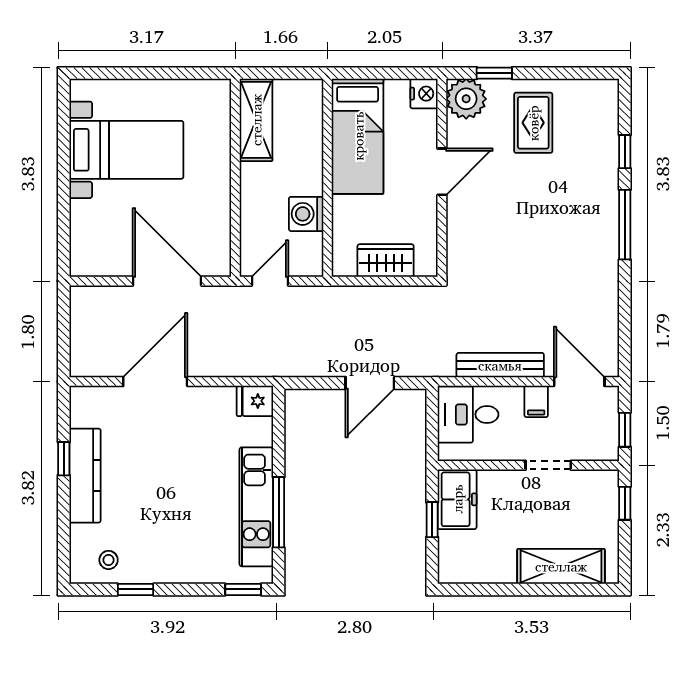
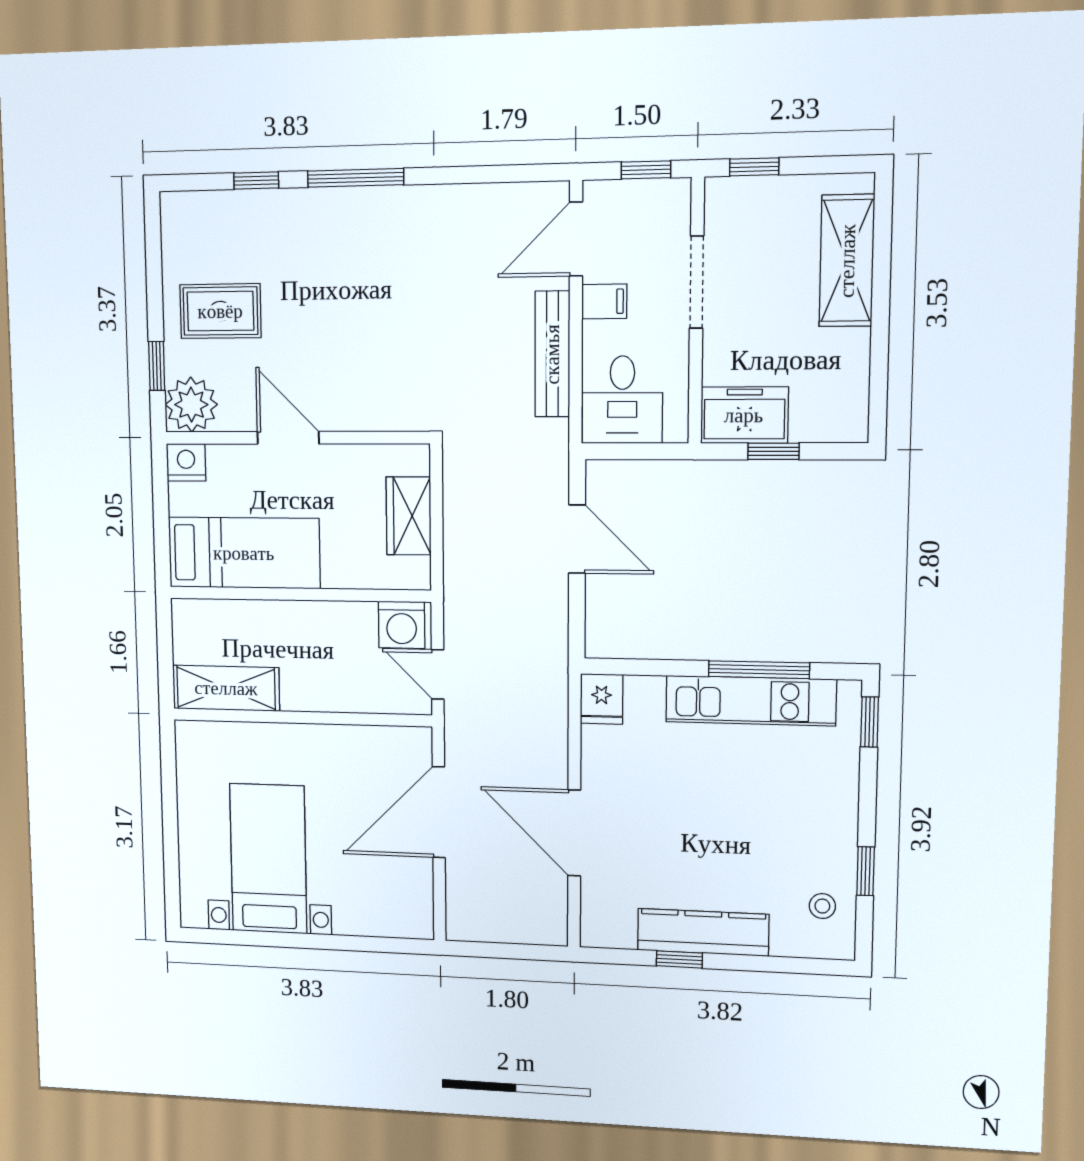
washing machine: (306, 214) -> (402, 625), moved
doorway: (548, 465) -> (697, 282), width x1.38

